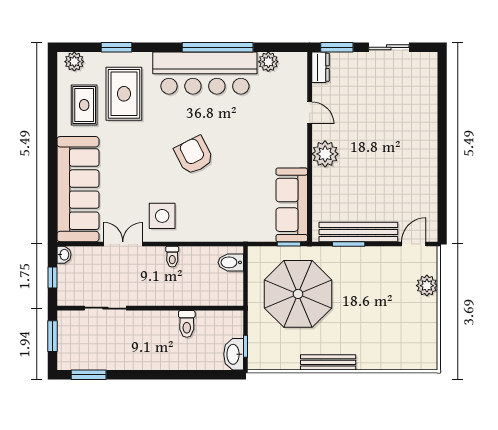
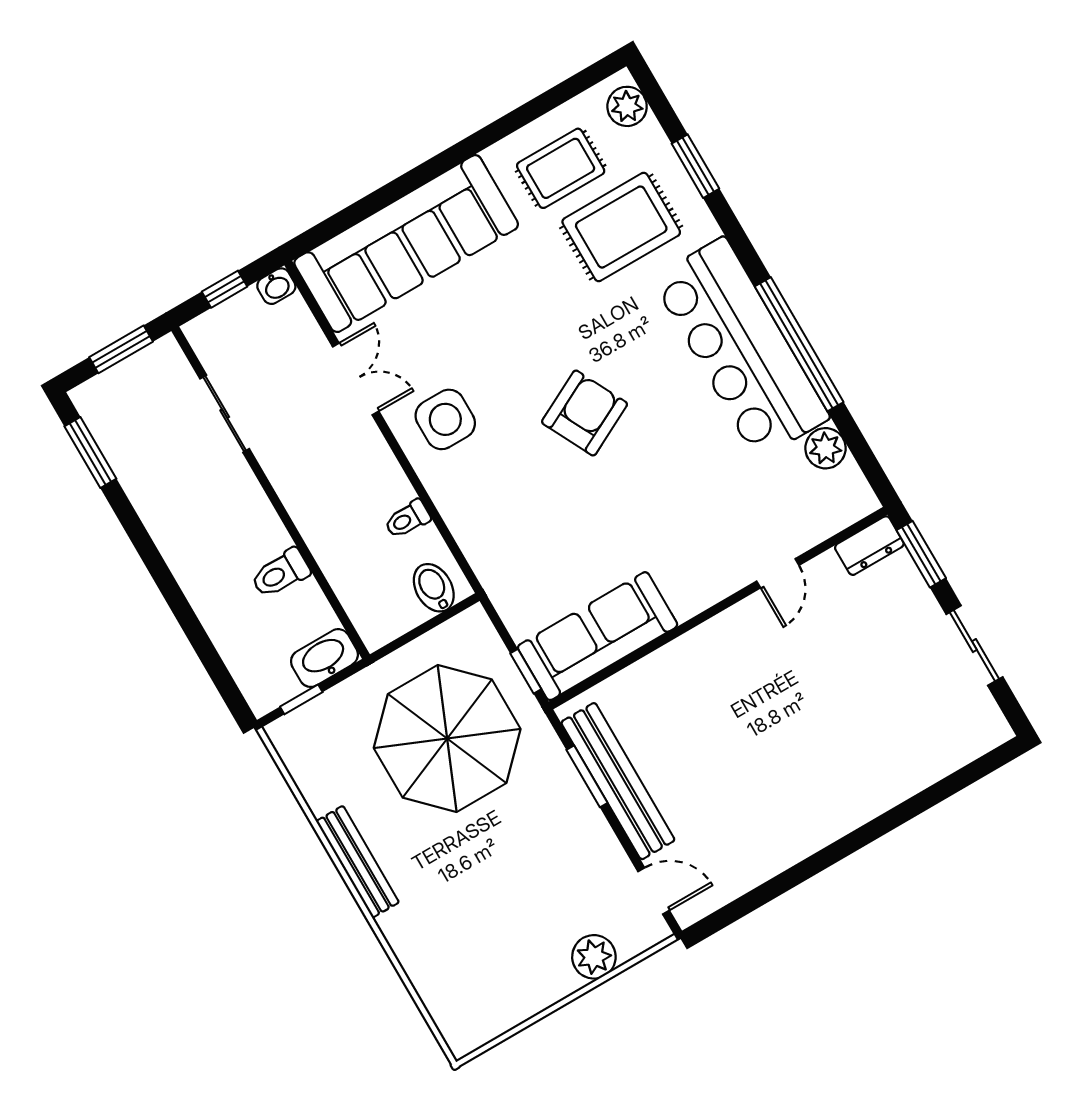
plant: (325, 154) -> (721, 643), removed
toilet: (172, 257) -> (407, 519), moved
washbasin: (234, 354) -> (324, 658), moved

